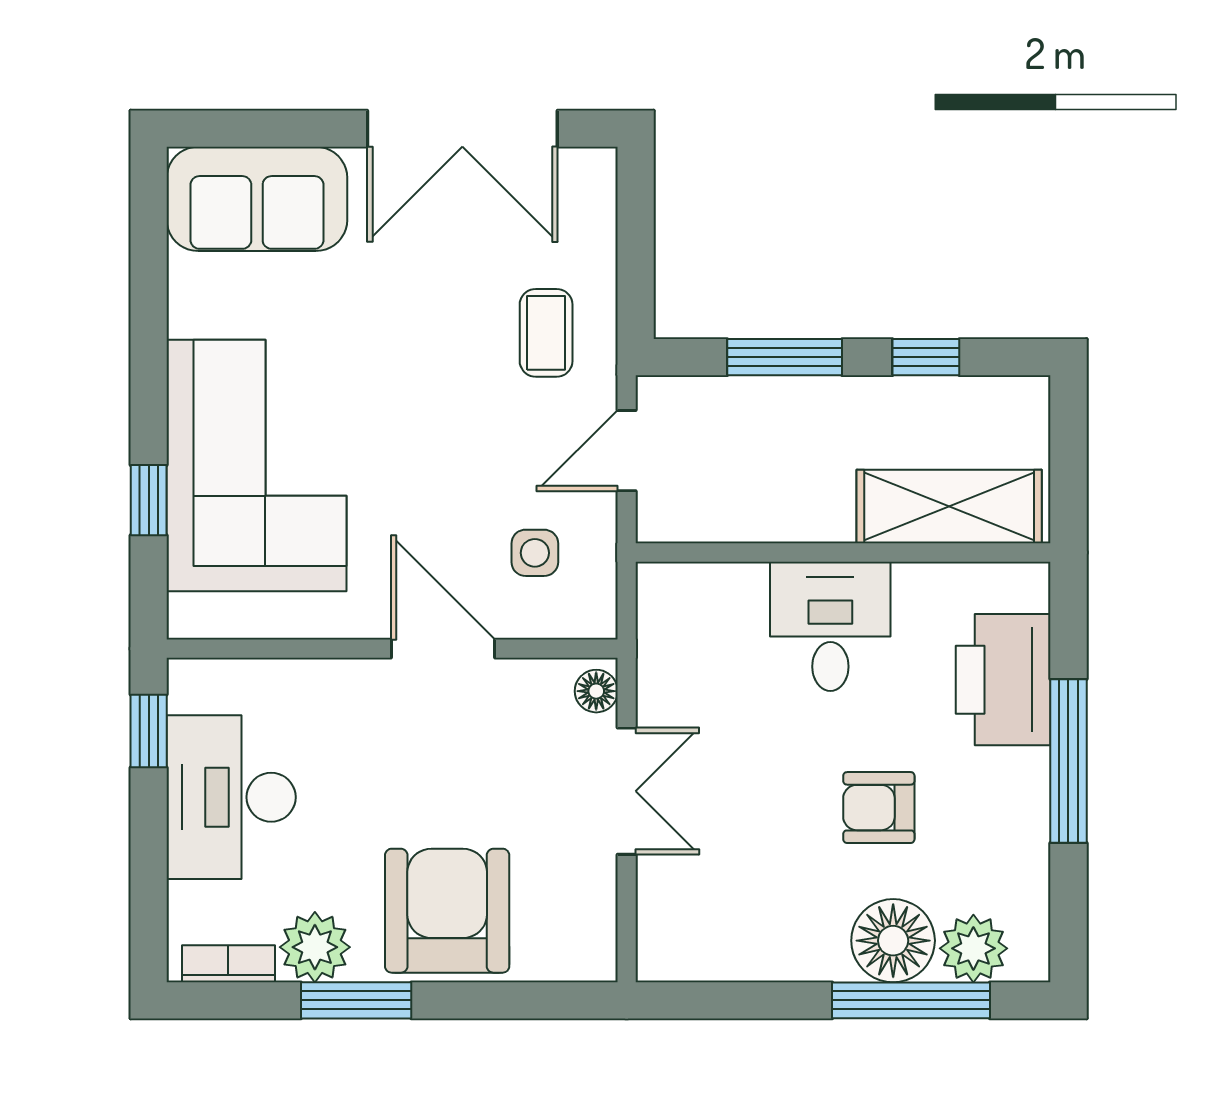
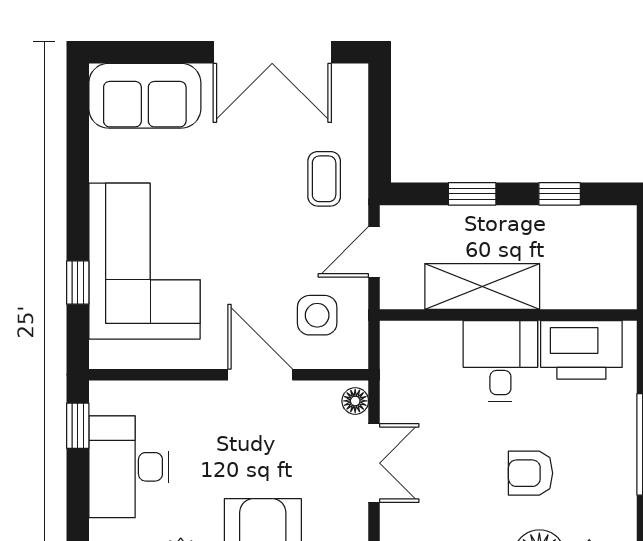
window: (785, 357) -> (472, 194), width x0.67
shelving: (949, 507) -> (482, 287), moved
side table: (535, 553) -> (317, 315), width x1.37, depth x1.37
printer: (1003, 680) -> (581, 350), moved, turned -90

